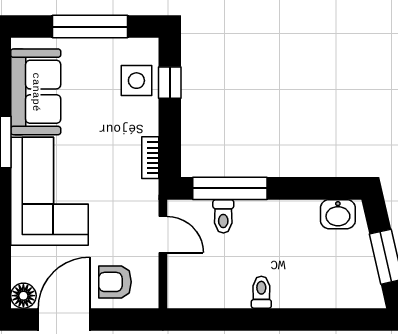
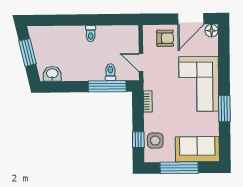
sofa: (36, 92) -> (197, 149), moved, turned 90

